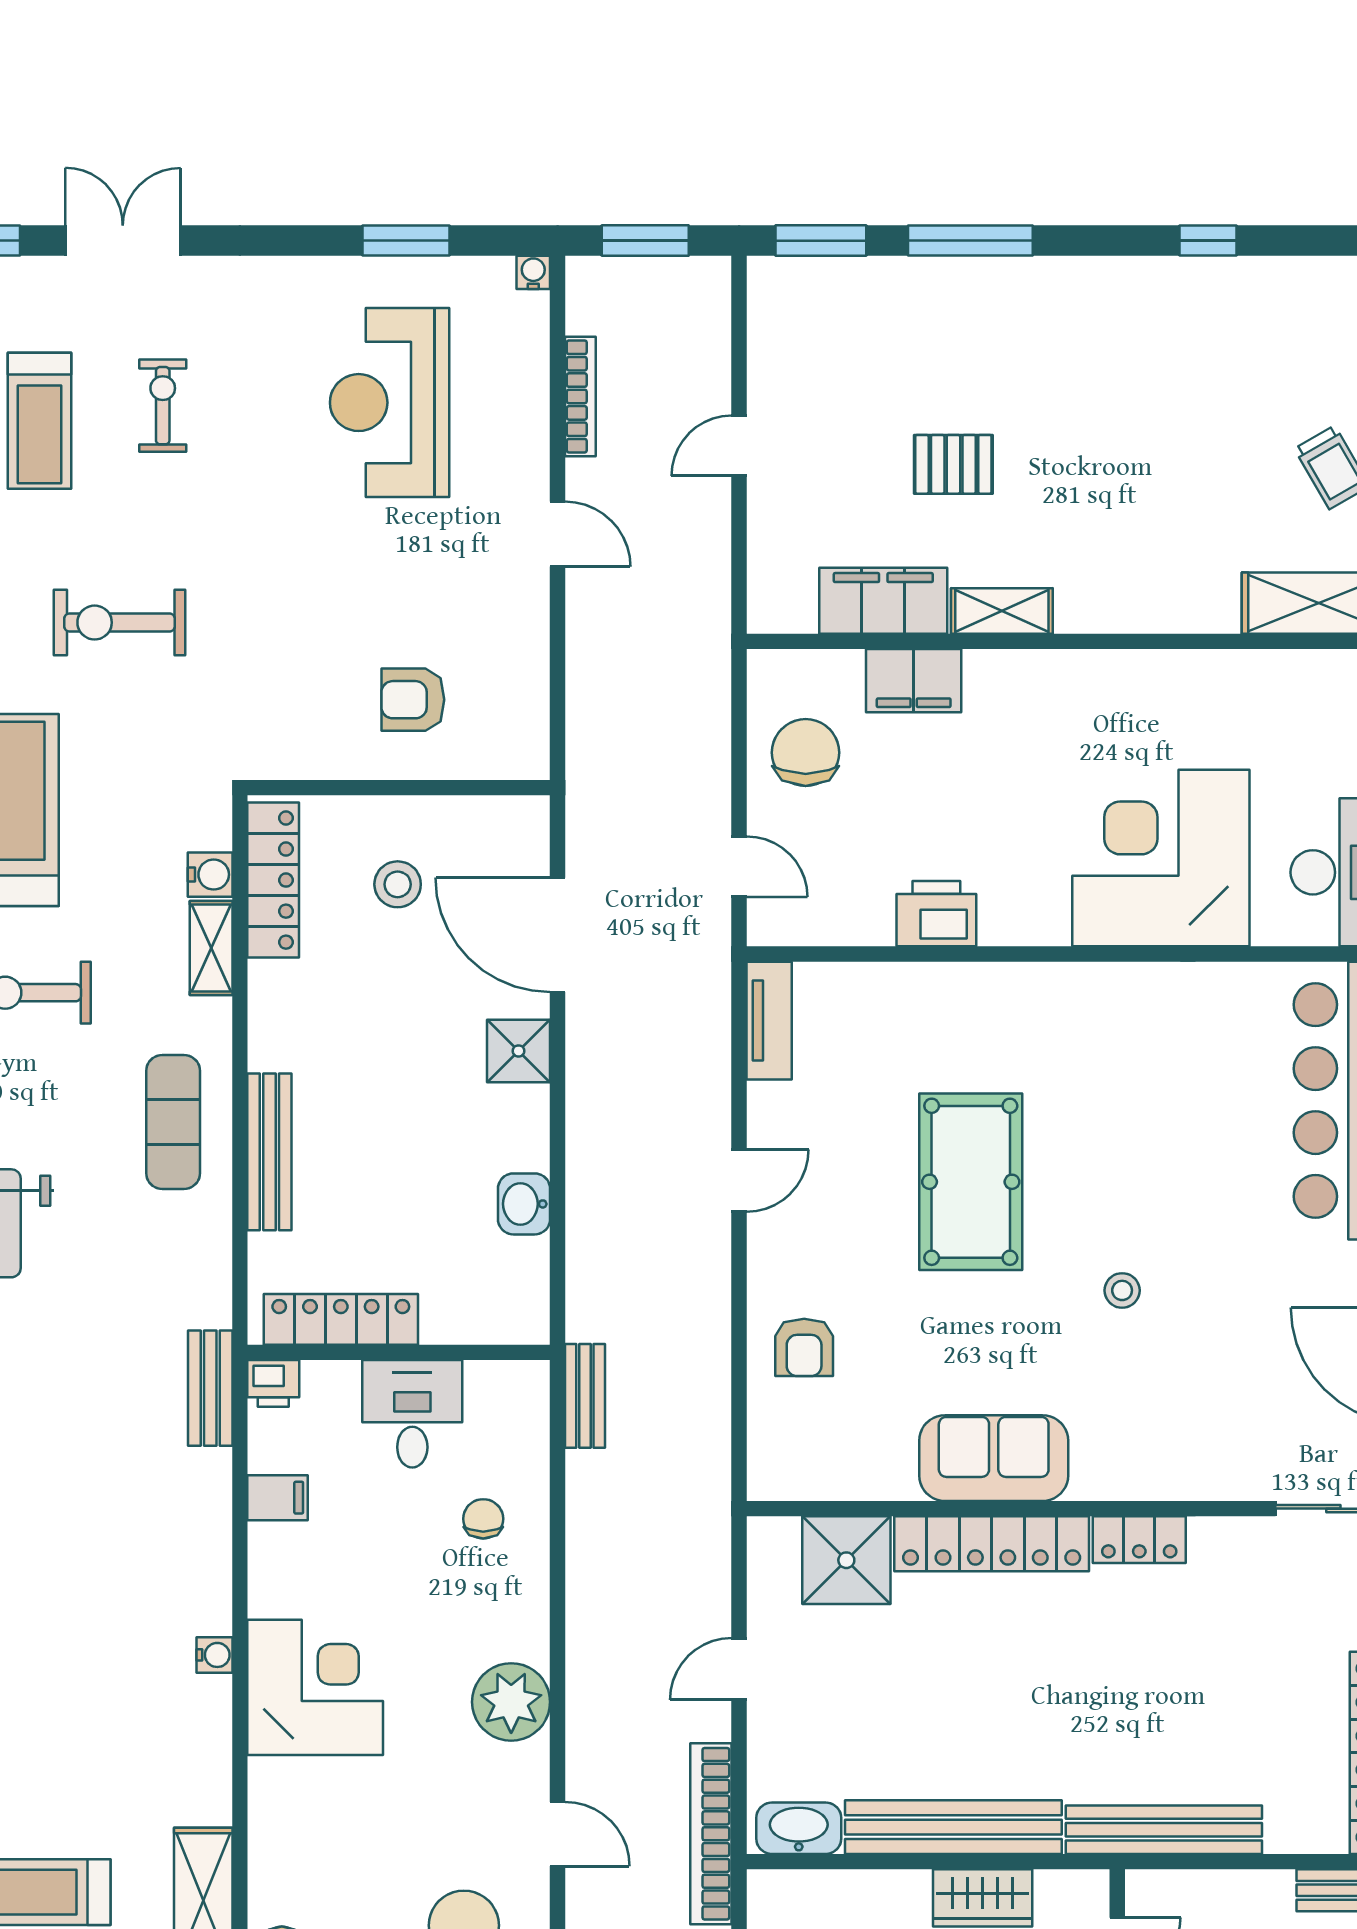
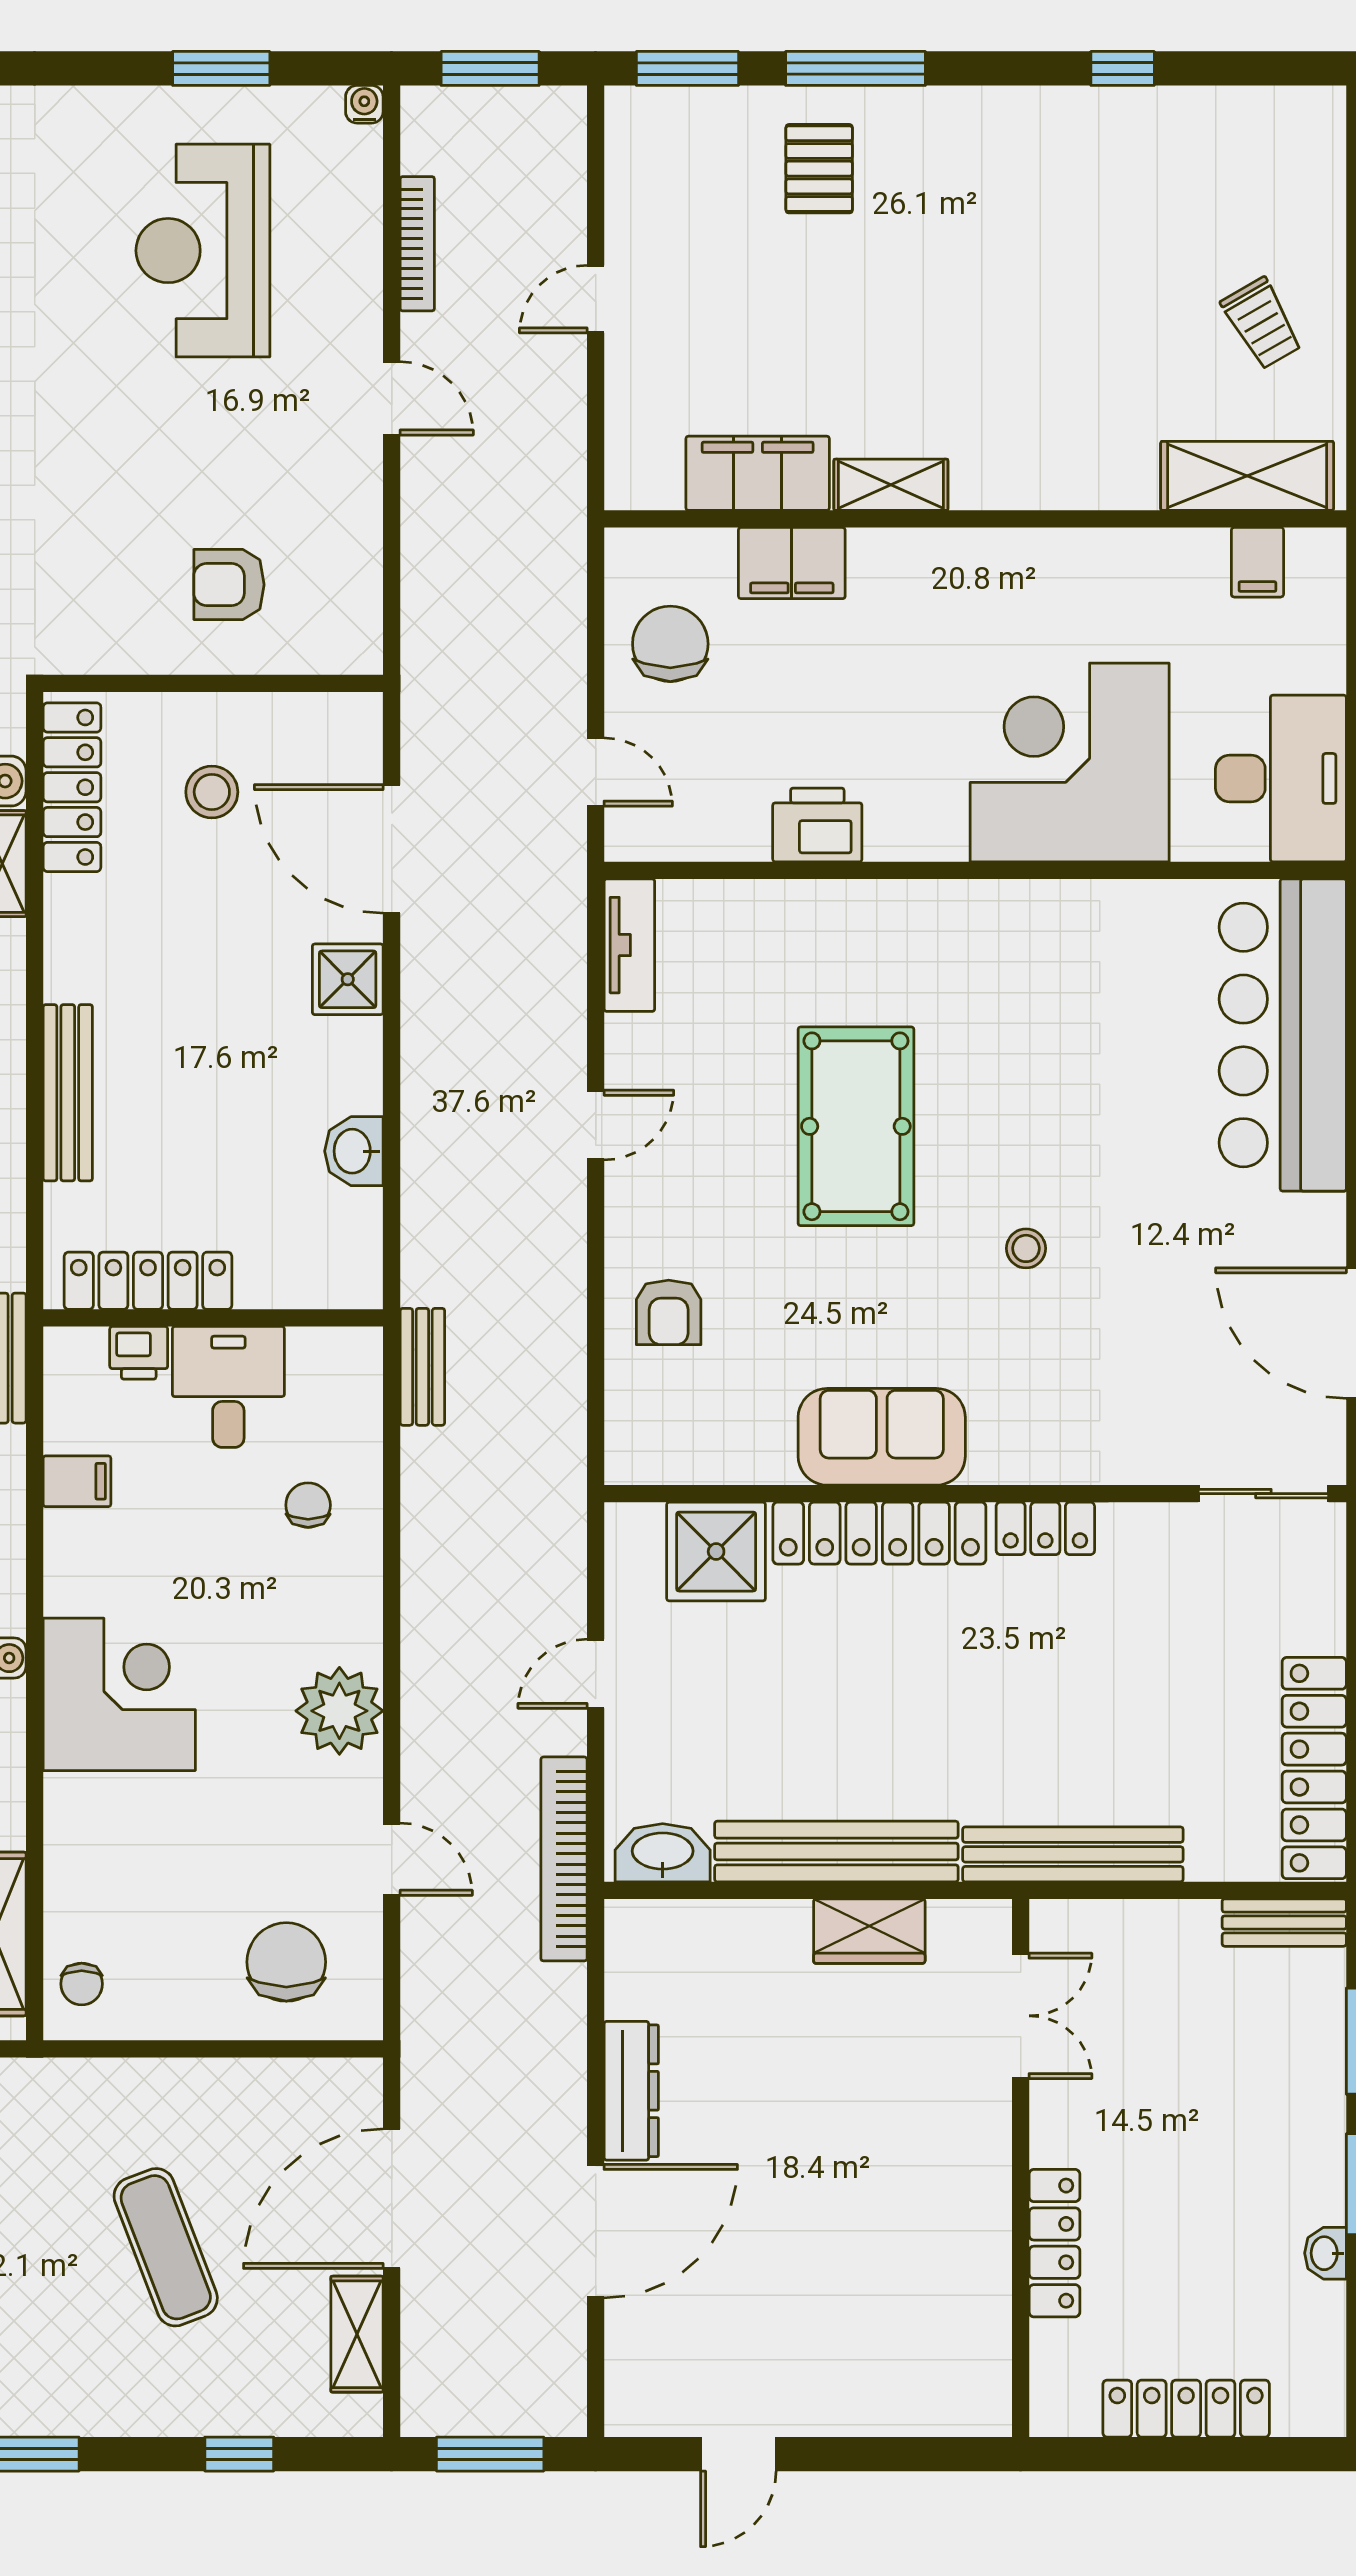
pallet: (953, 464) -> (819, 169), moved, turned 90
filing cabinet: (1328, 680) -> (1257, 562), added
printer: (273, 1383) -> (139, 1353), moved

